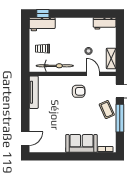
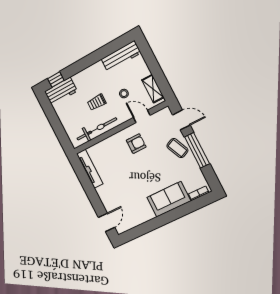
workbench: (105, 23) -> (121, 56), width x1.38
trolley: (42, 49) -> (97, 102), moved

